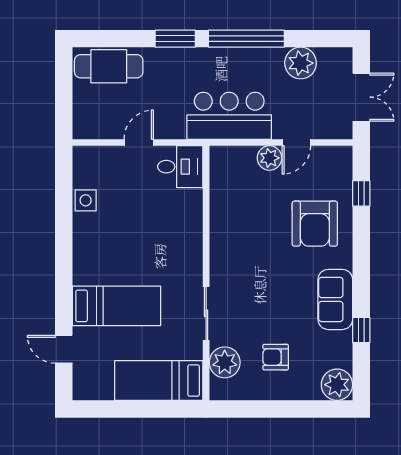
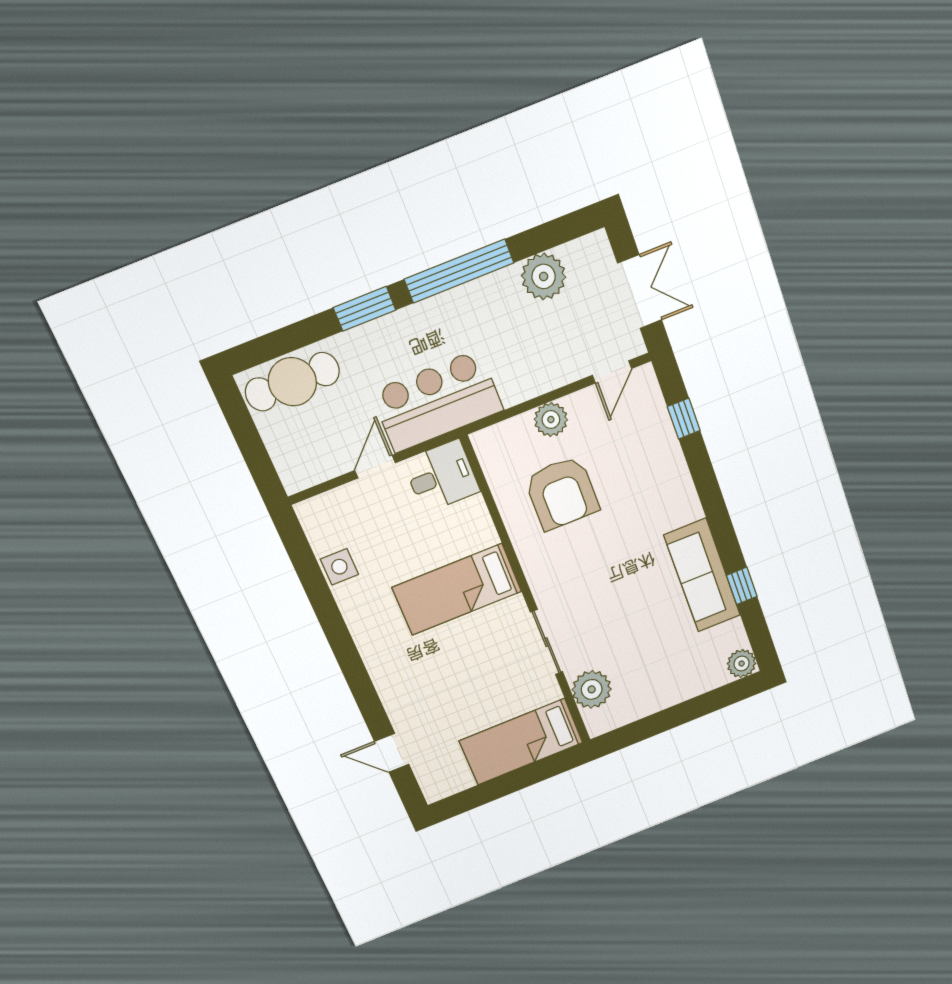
bar counter: (229, 116) -> (437, 401), moved
door: (296, 142) -> (612, 372), moved
armchair: (315, 224) -> (562, 493), moved
sofa: (335, 299) -> (702, 575), width x1.36
bed: (116, 306) -> (457, 589), moved, turned 180
armchair: (276, 357) -> (650, 659), removed
plant: (337, 385) -> (742, 664), width x0.73, depth x0.73

